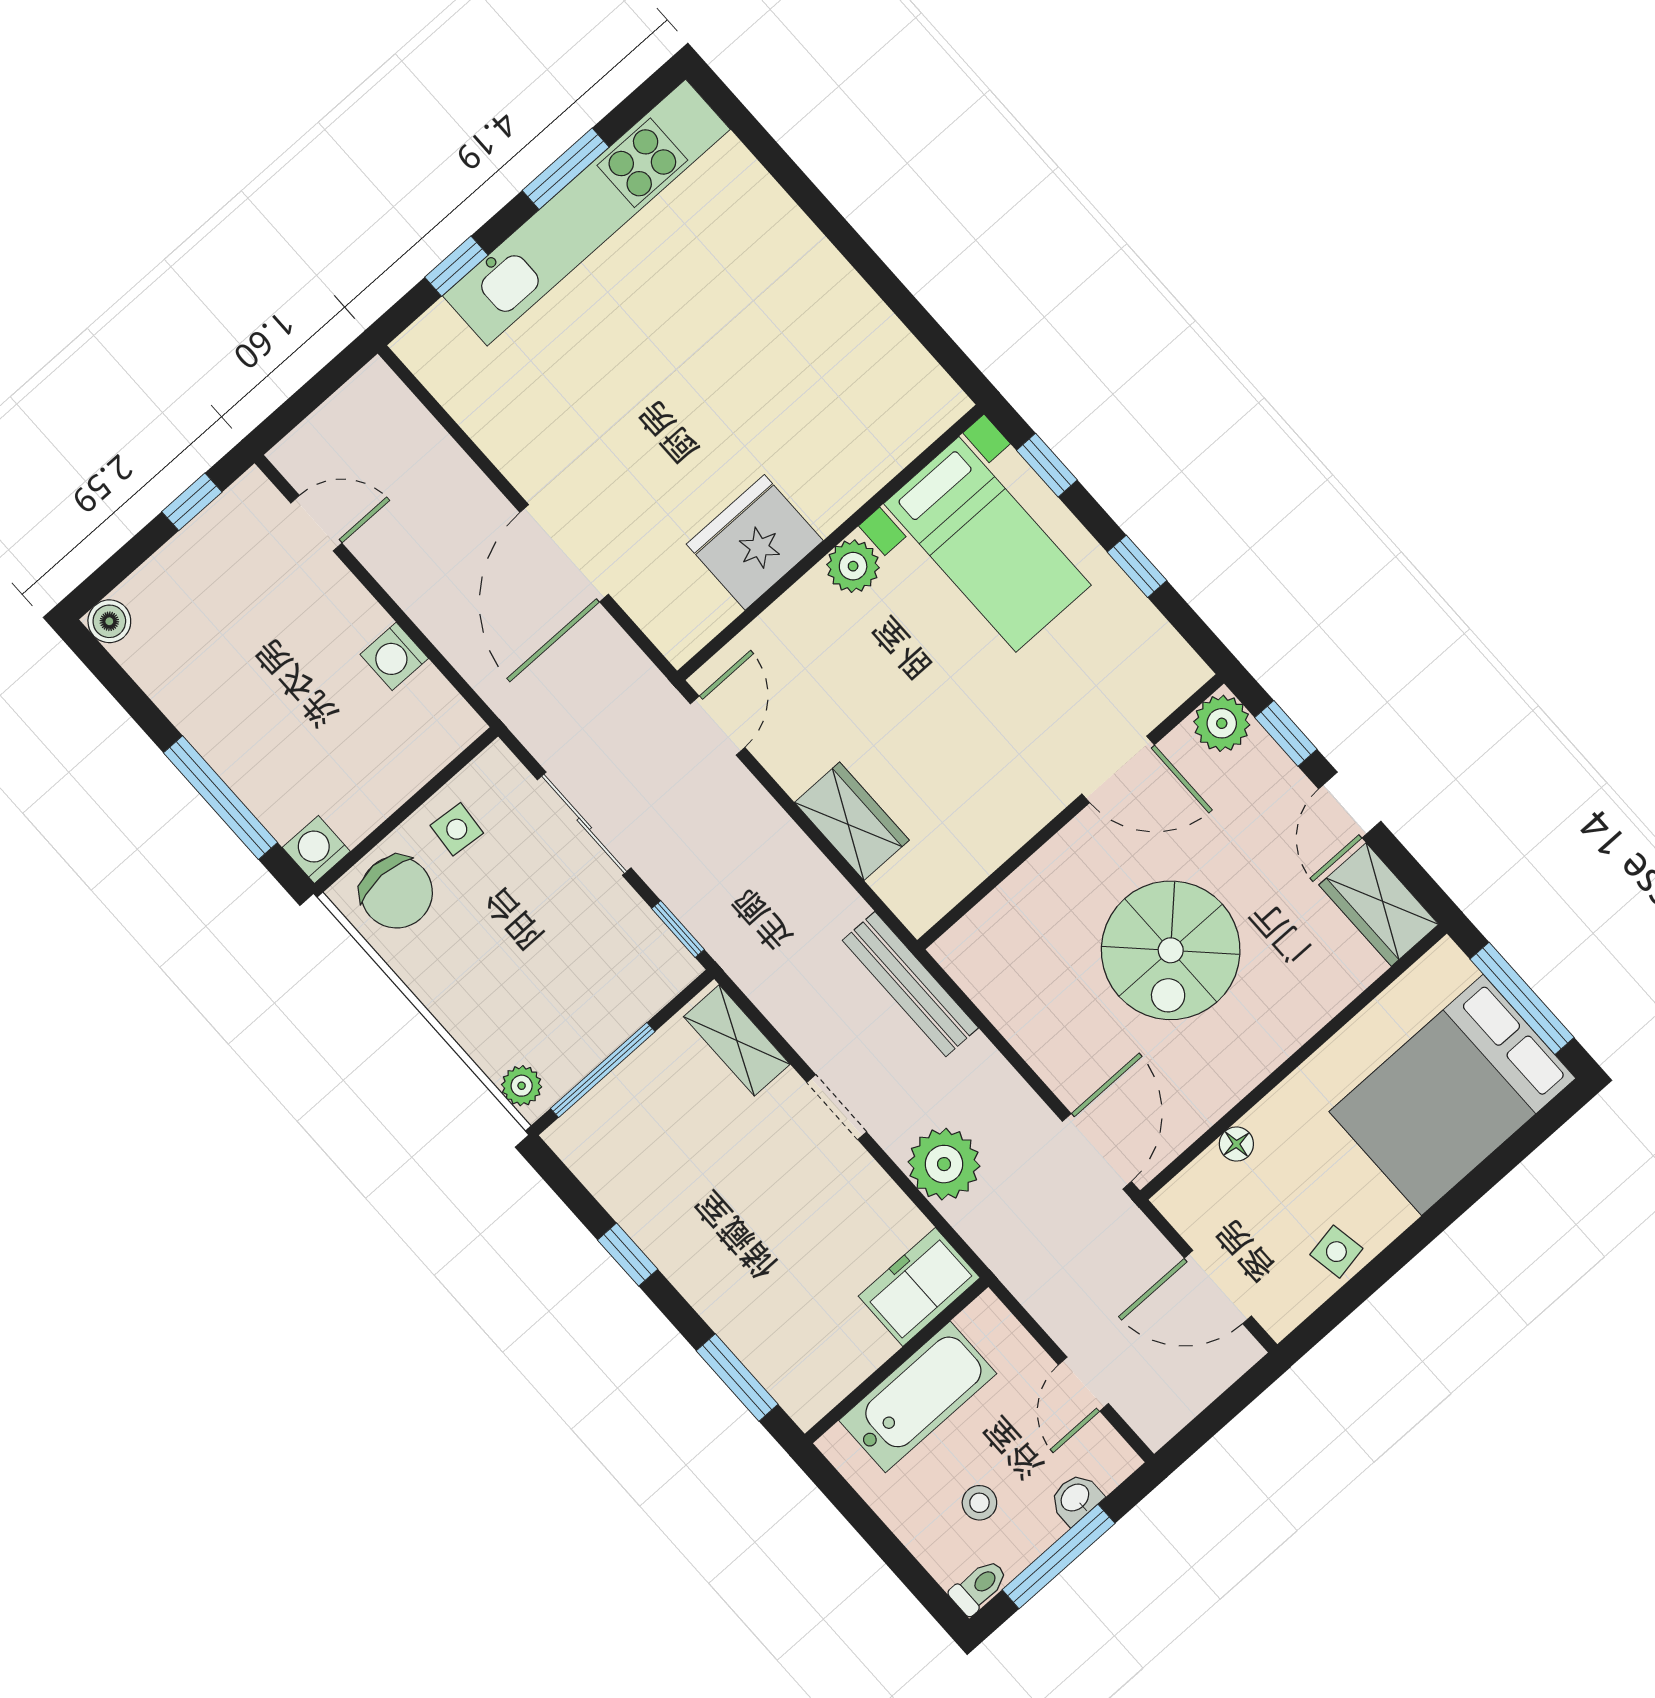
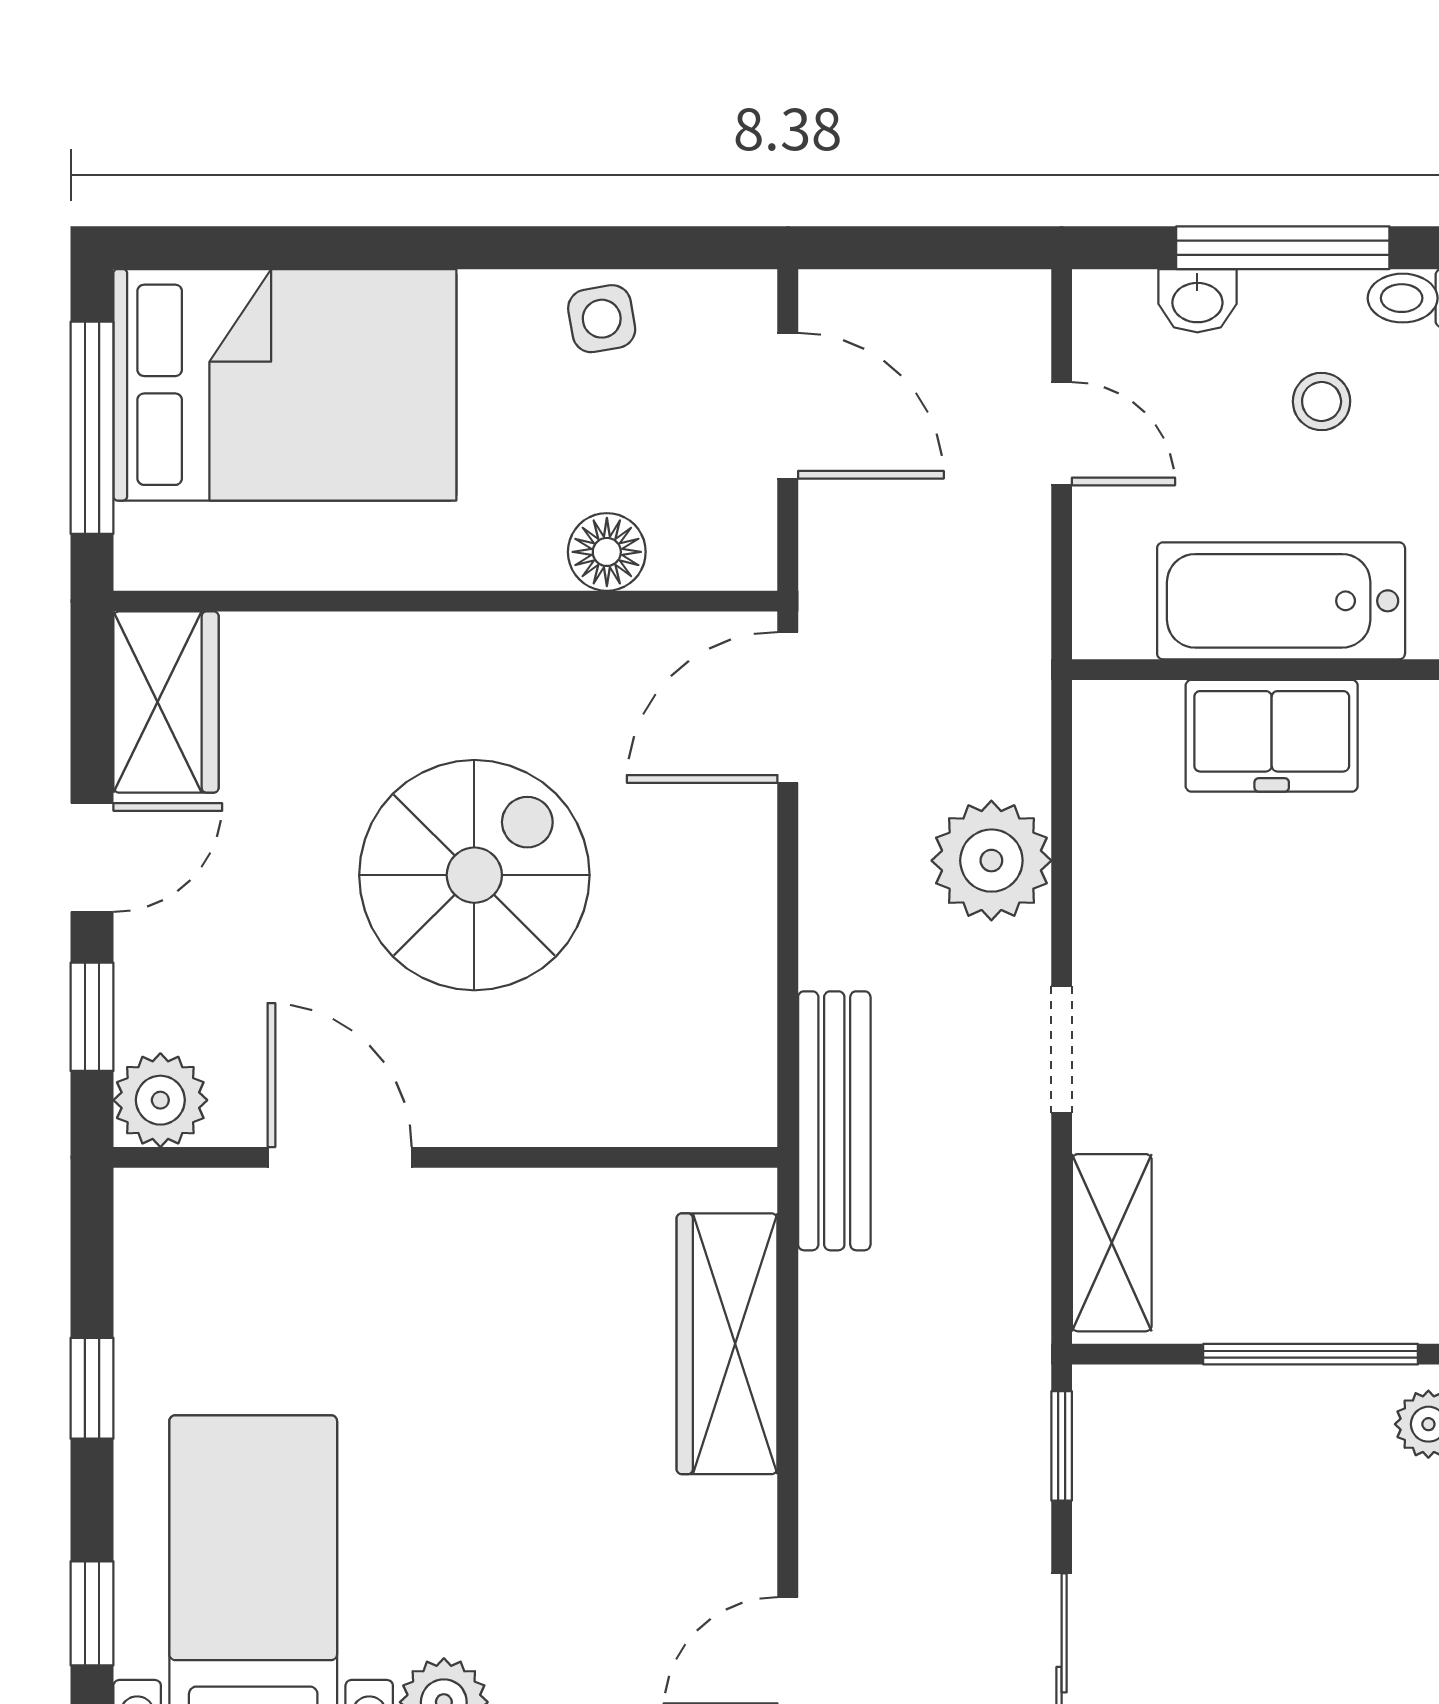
wardrobe: (852, 821) -> (727, 1344), width x1.50
floor lamp: (1236, 1144) -> (607, 552), width x1.37, depth x1.37
freezer: (919, 1287) -> (1272, 736), moved
door: (1083, 1384) -> (1062, 434), hinge flipped

